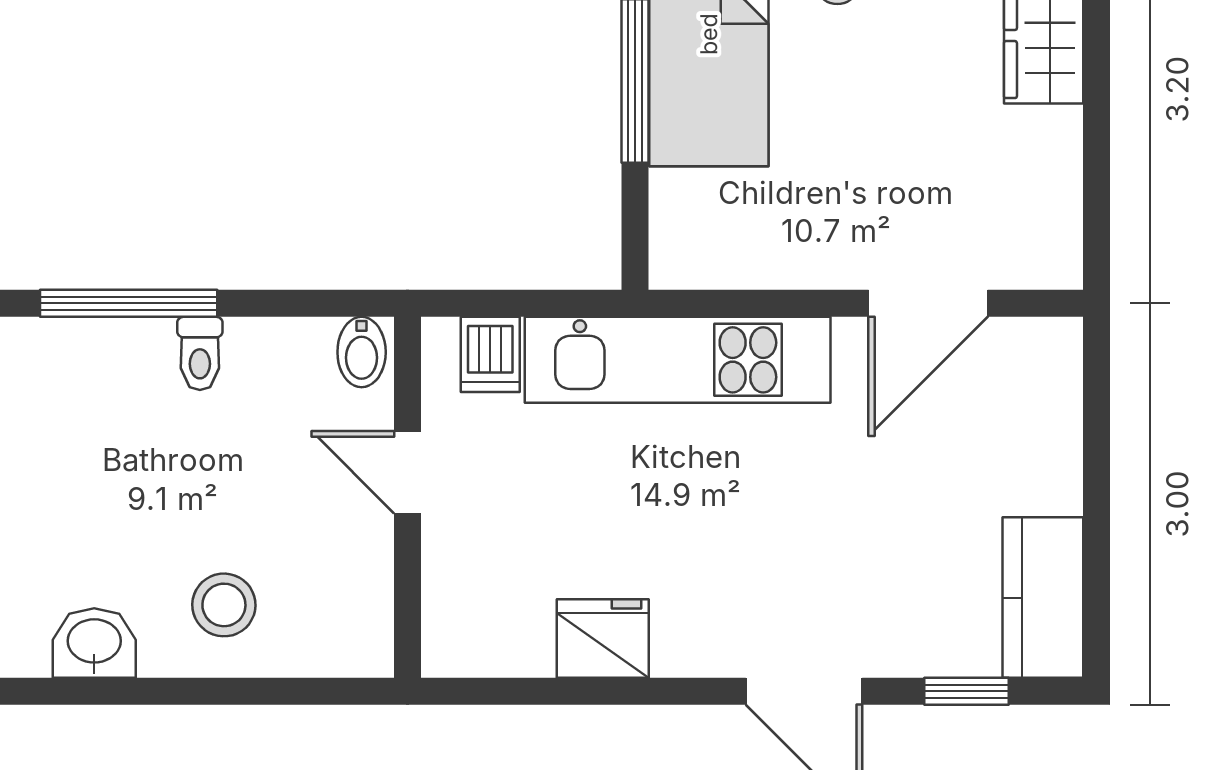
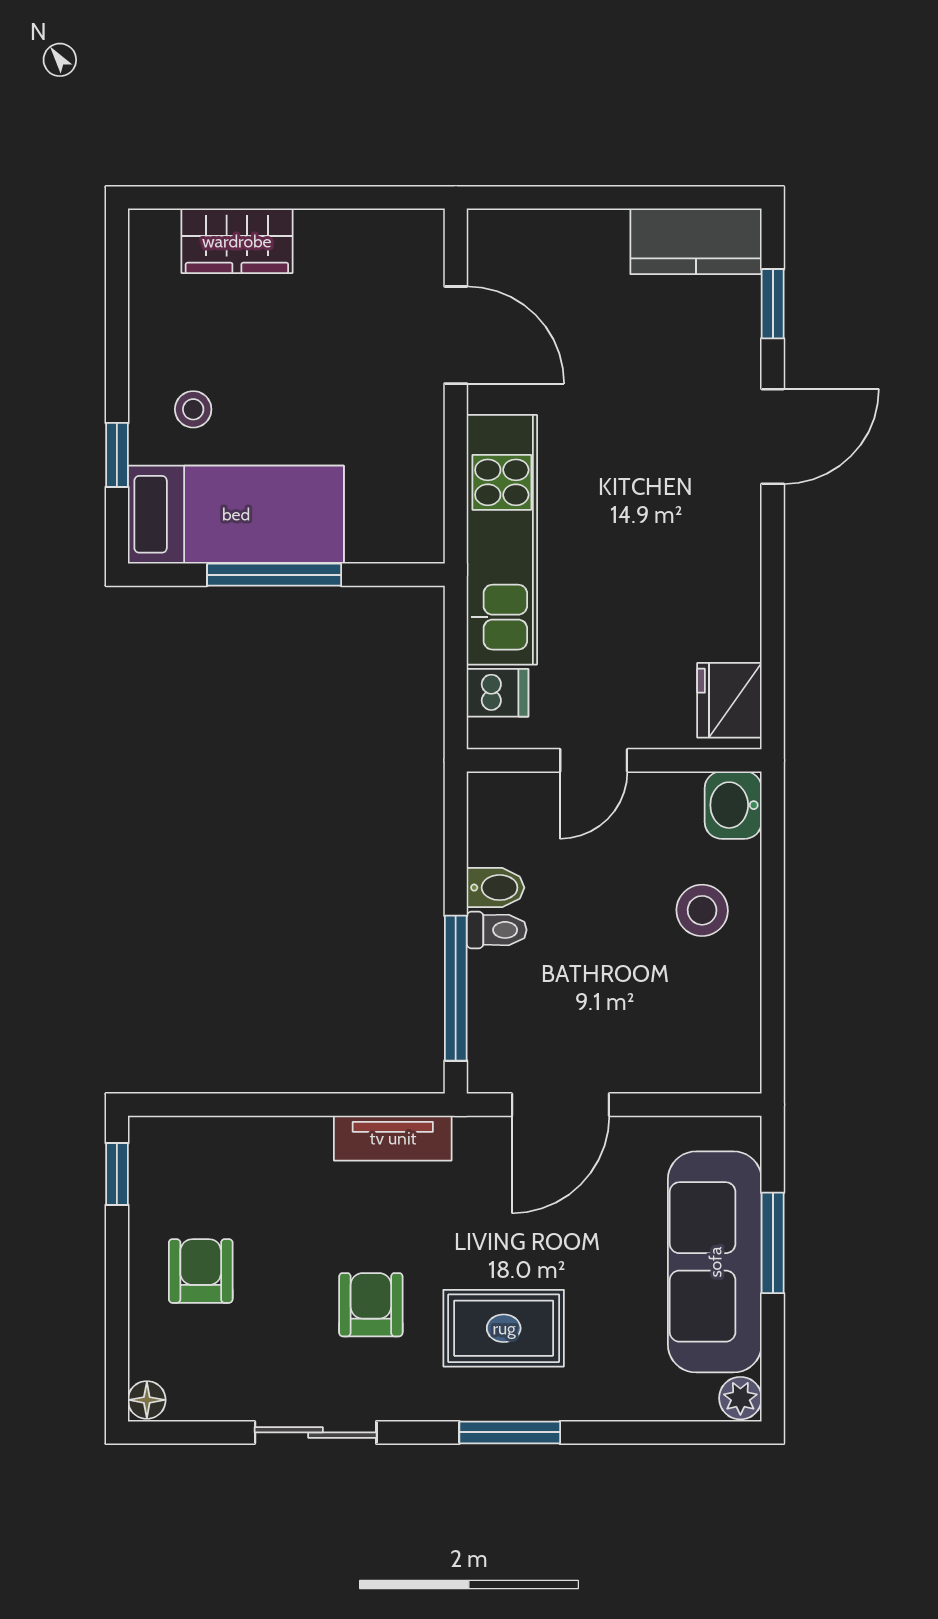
bidet: (362, 352) -> (496, 888), moved
fridge: (603, 639) -> (729, 700), moved
washbasin: (94, 643) -> (733, 805), moved

